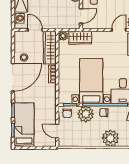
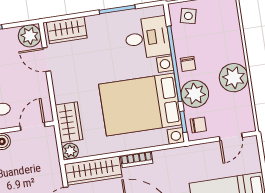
door: (81, 16) -> (33, 126), hinge flipped
bed with nightstands: (91, 81) -> (140, 105), width x1.36
plant: (110, 138) -> (234, 78), moved

